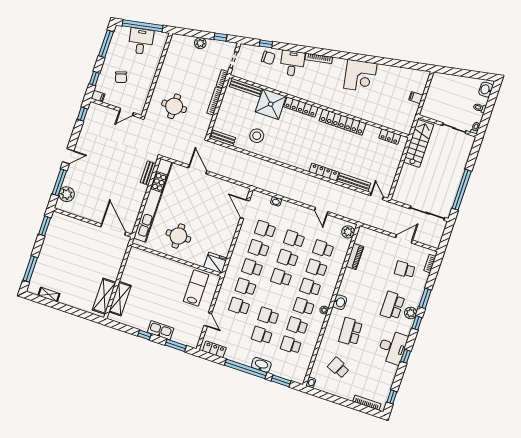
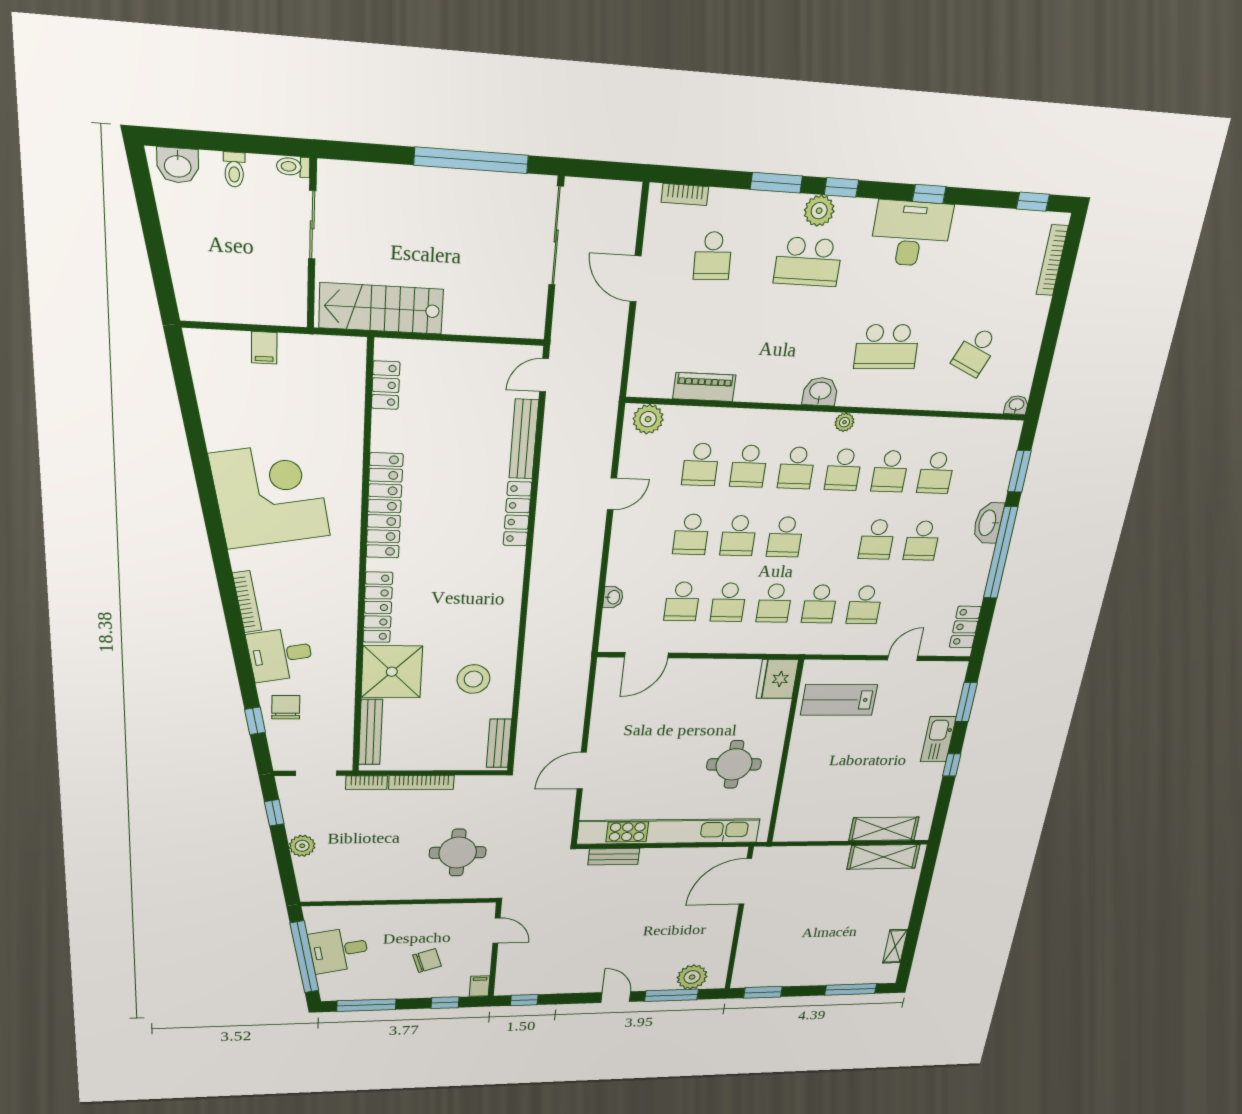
corner desk: (360, 76) -> (270, 495), width x1.36, depth x1.36

